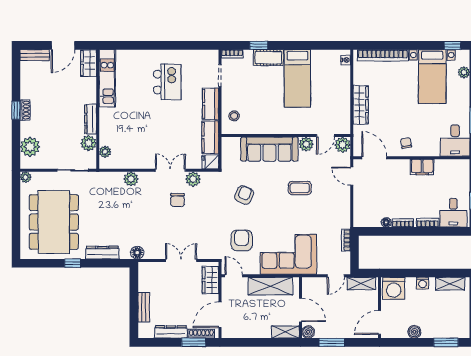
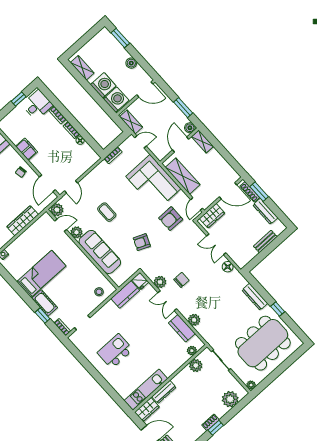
kitchen counter: (211, 104) -> (182, 328), moved, turned 90
dresser: (91, 119) -> (164, 392), moved
floor lamp: (137, 253) -> (228, 267), moved
washing machine: (422, 283) -> (103, 85), width x1.89, depth x1.89

